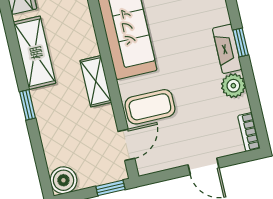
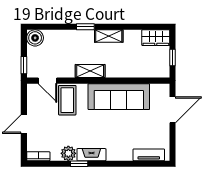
window: (241, 42) -> (79, 164), moved
shelving: (35, 53) -> (109, 36), width x0.67, depth x0.75

